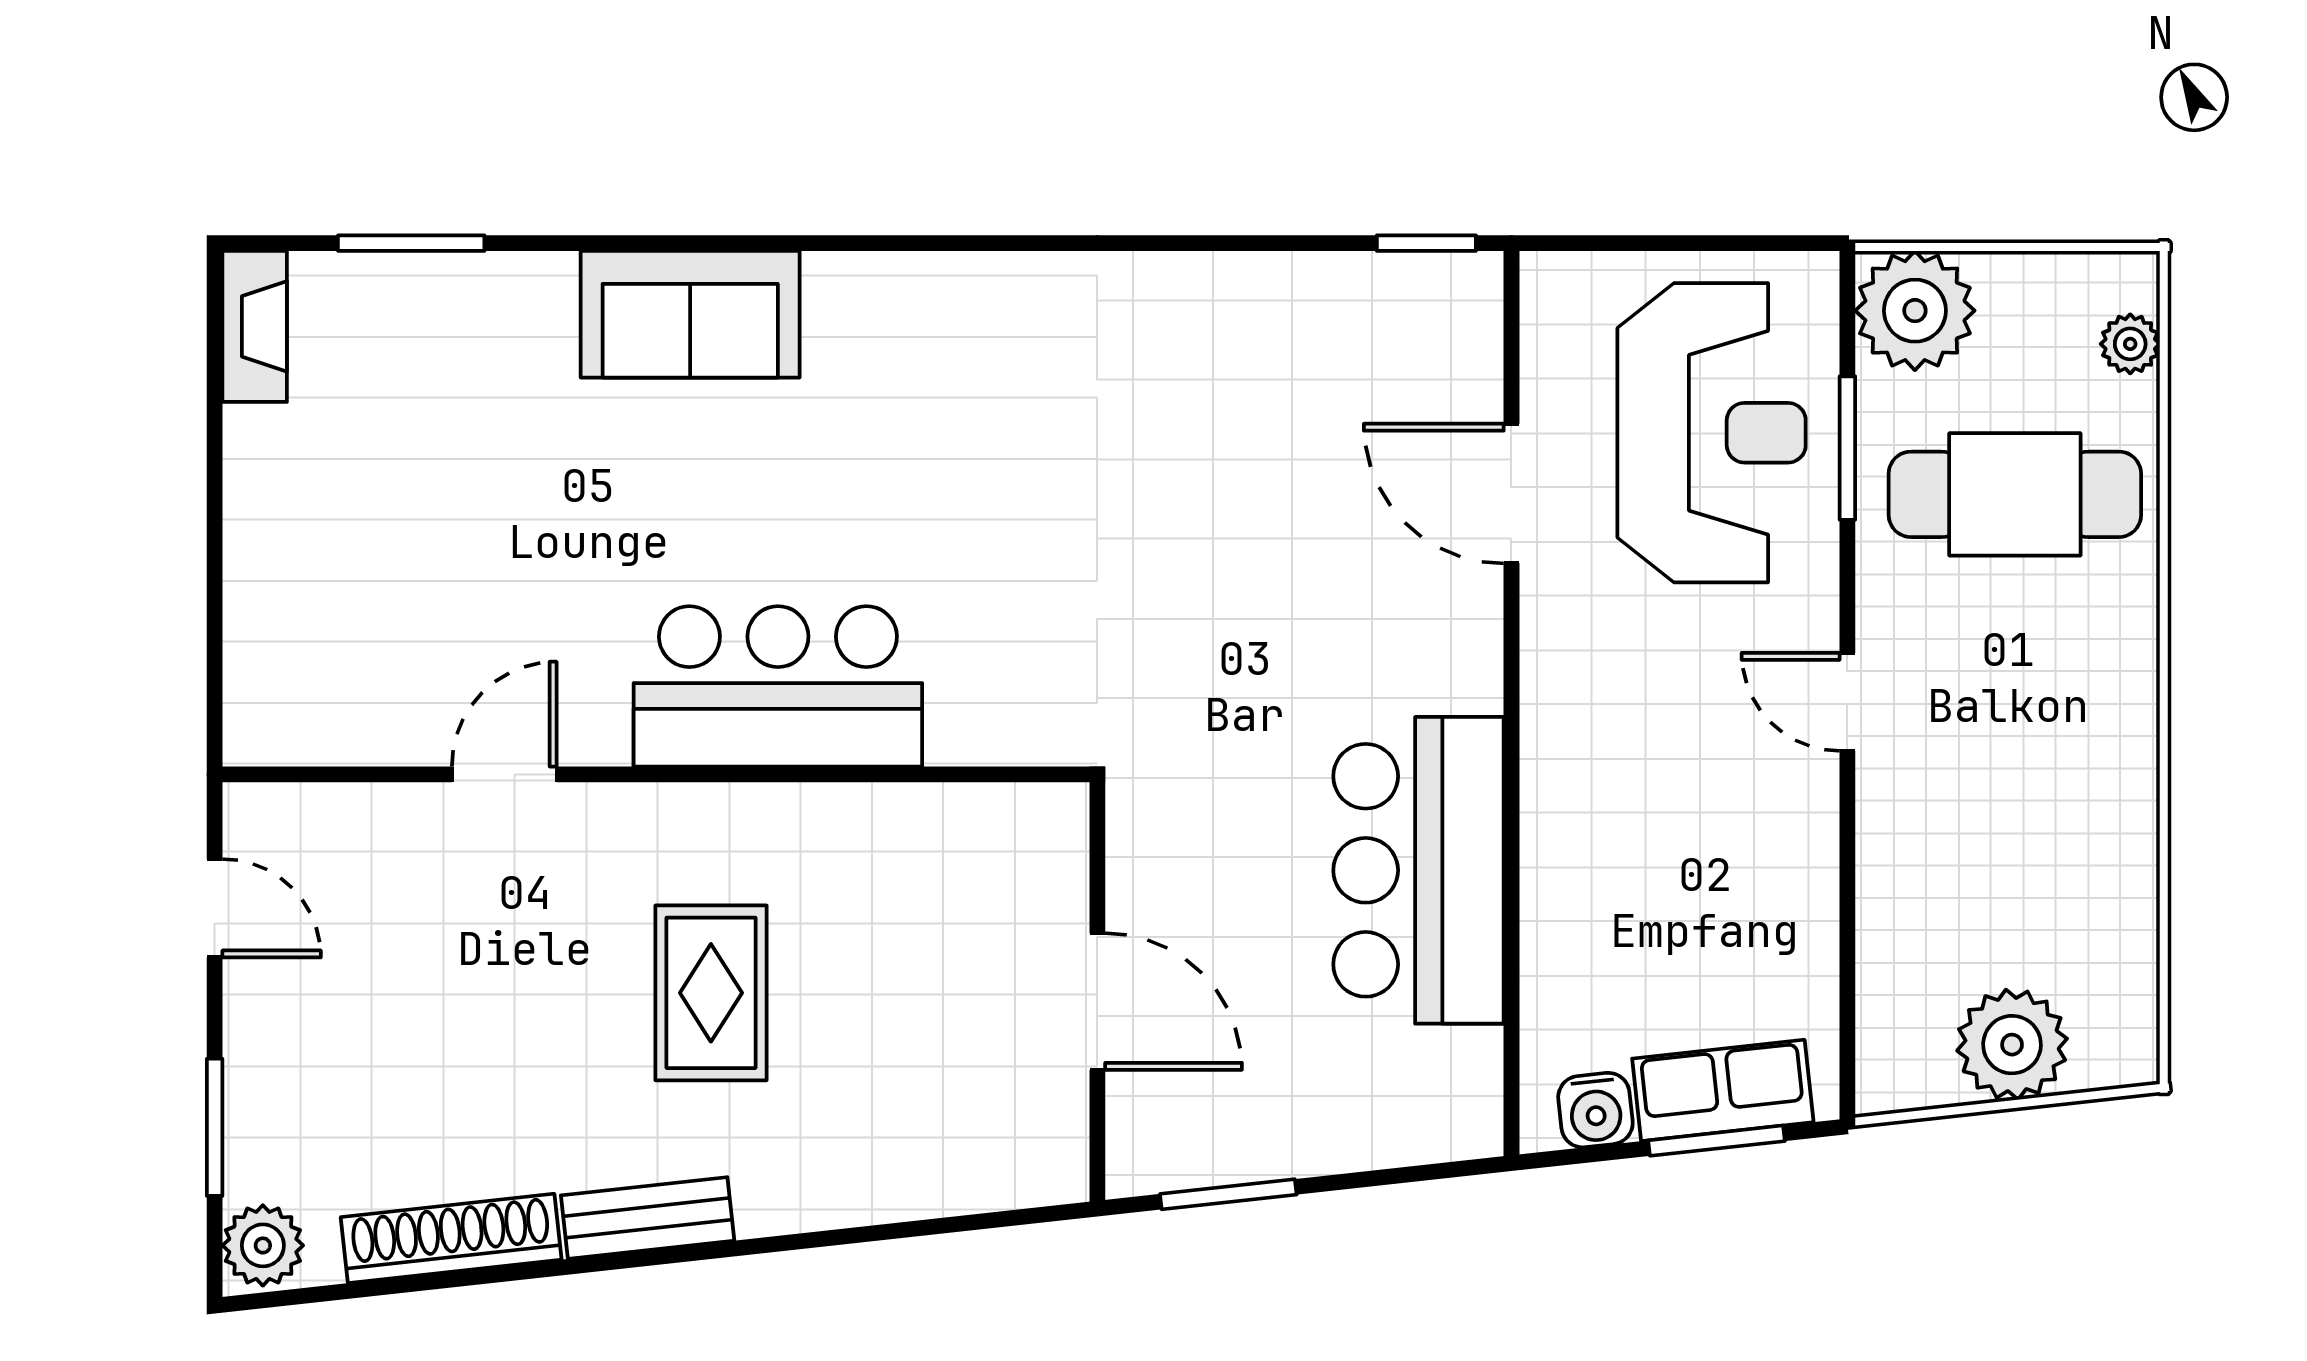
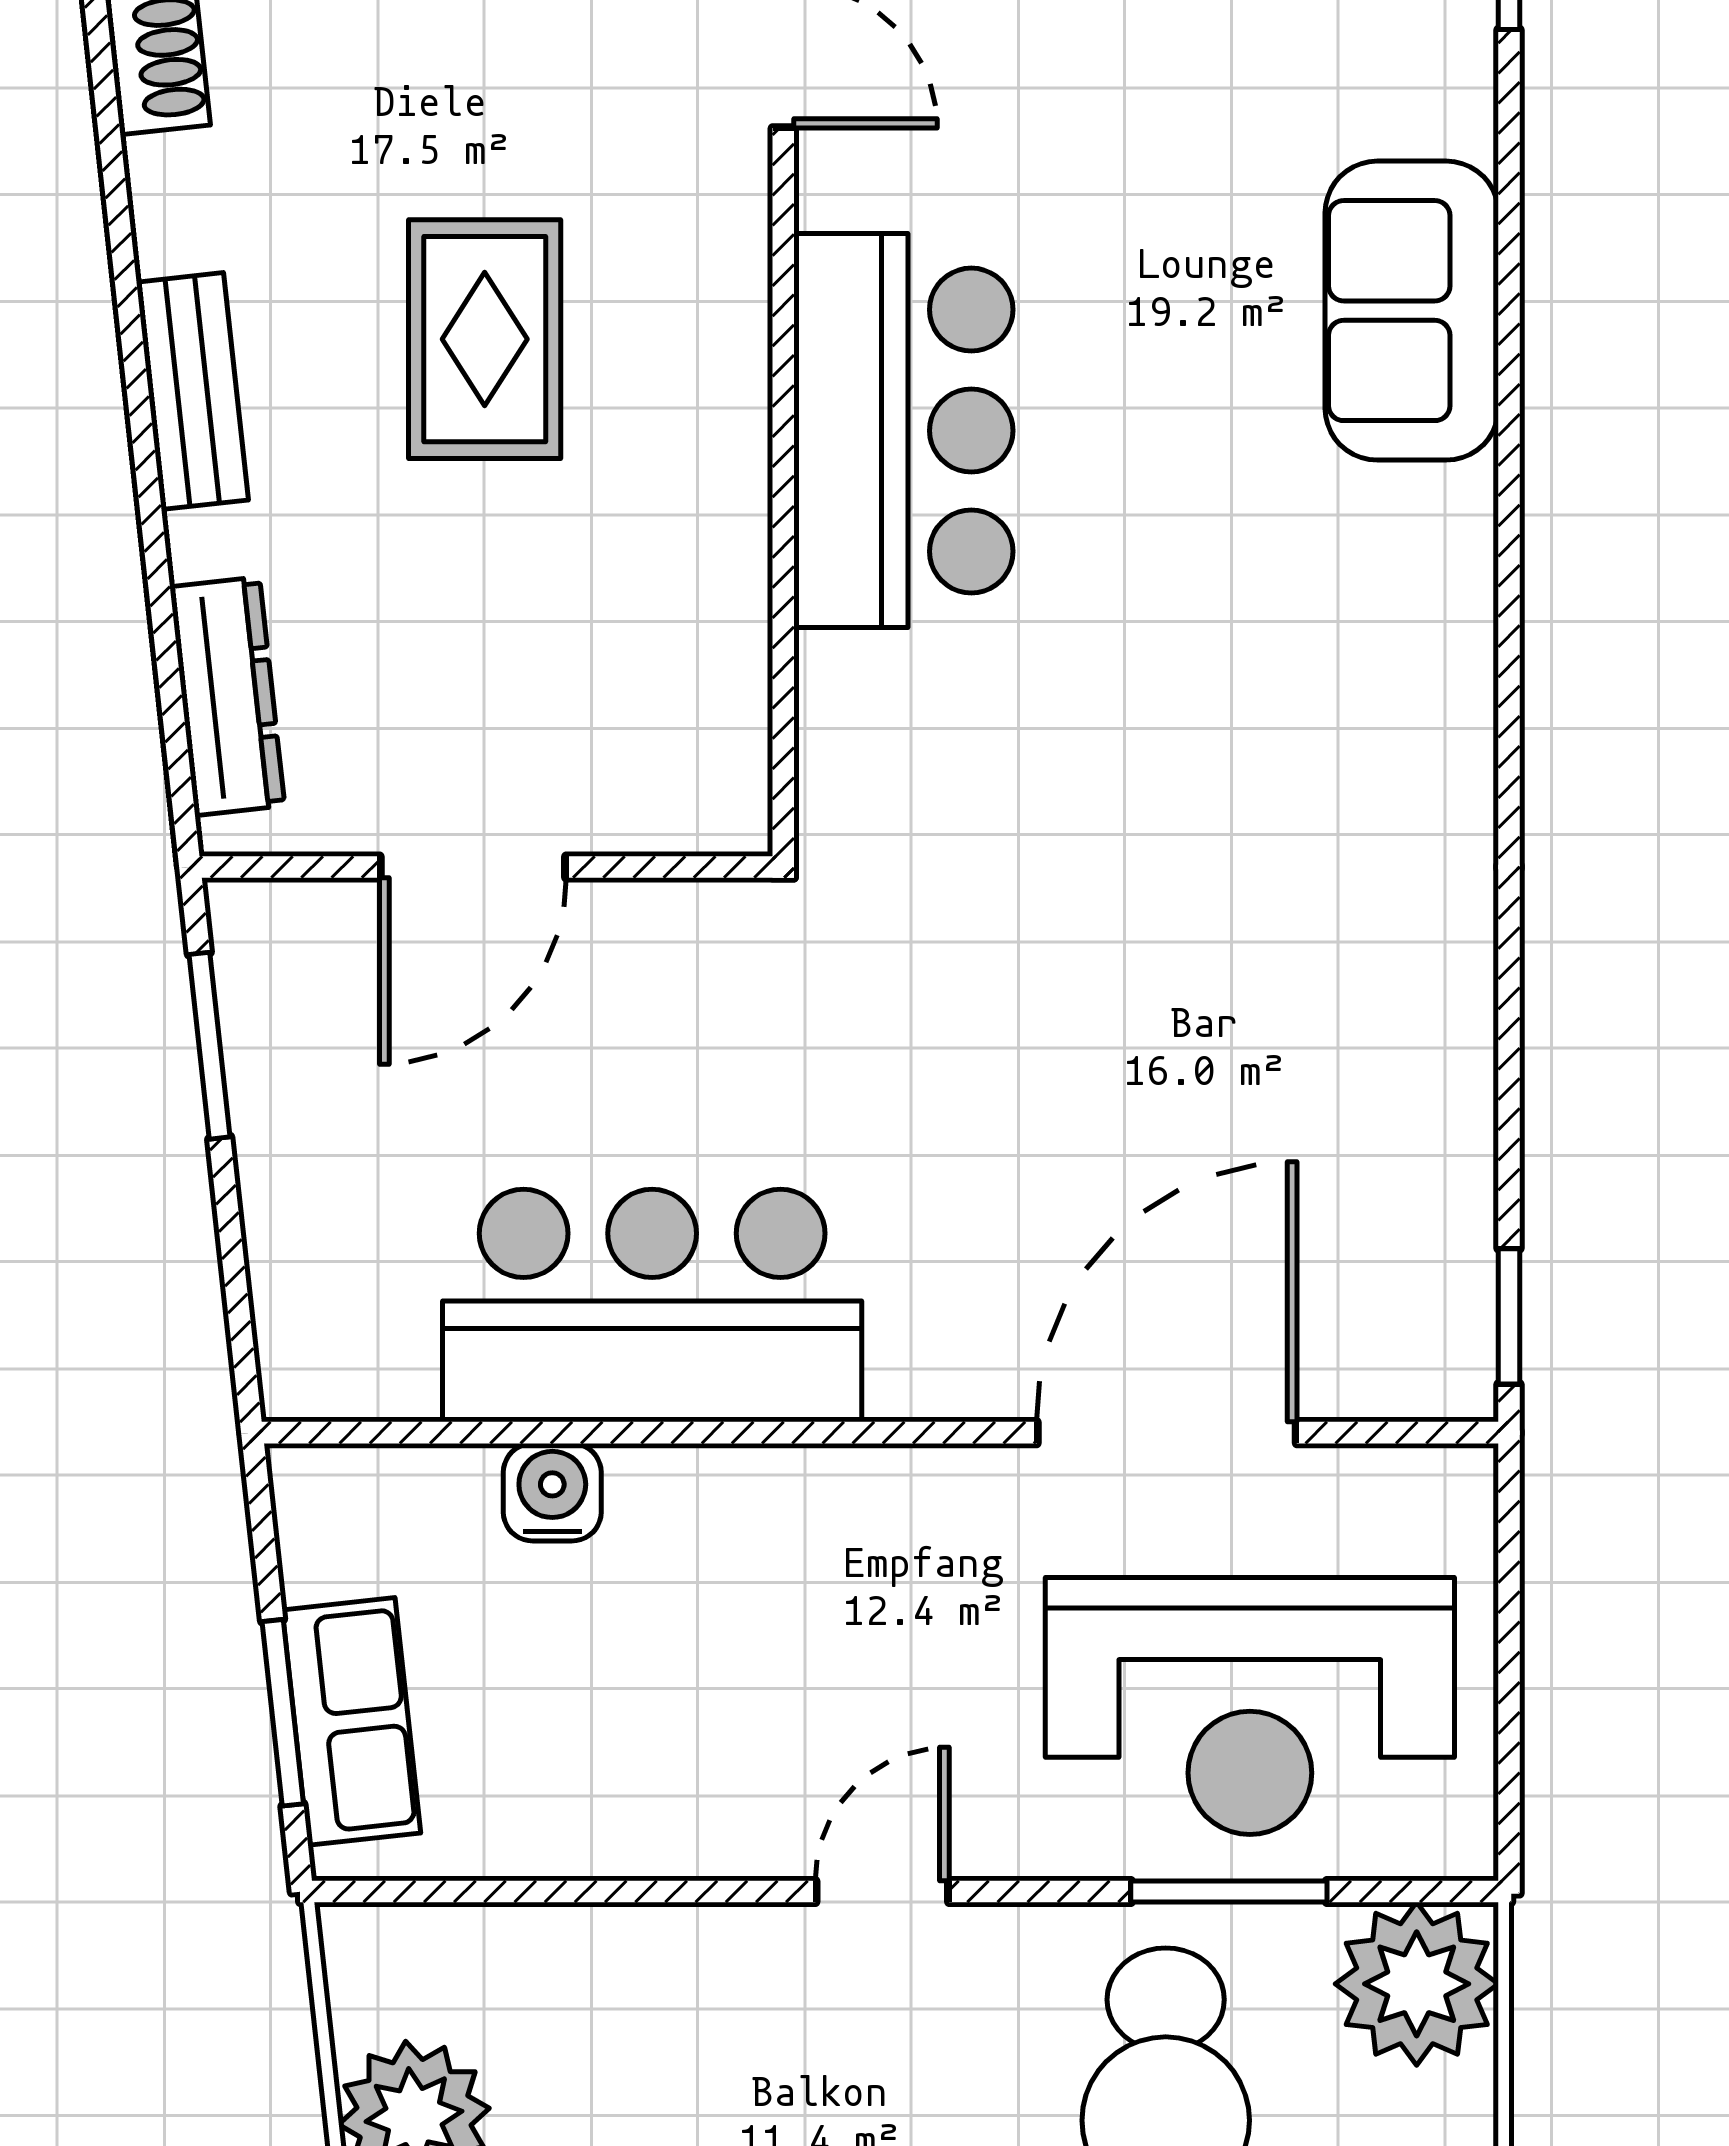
door: (1511, 494) -> (1167, 1433), width x1.36
rug: (711, 993) -> (485, 339), turned 90
water cooler: (1595, 1110) -> (552, 1492), moved, turned 96
dresser: (972, 1181) -> (227, 696), added
bench: (648, 1218) -> (192, 391), moved

